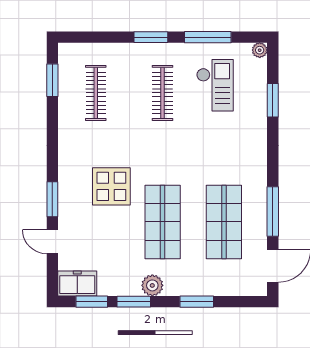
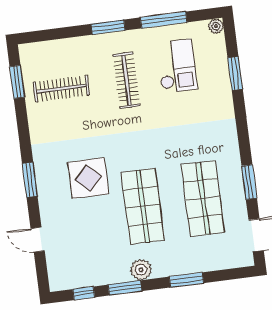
clothes rail: (96, 93) -> (61, 89), turned 90
window: (52, 199) -> (30, 180), moved
window: (273, 211) -> (249, 182), width x0.69
freezer: (77, 284) -> (67, 277), removed
window: (92, 302) -> (84, 293), width x0.67

